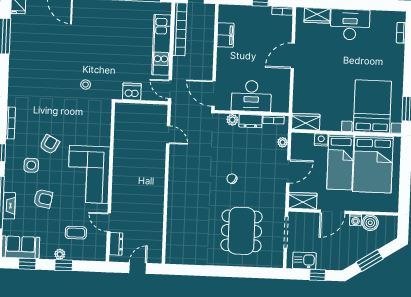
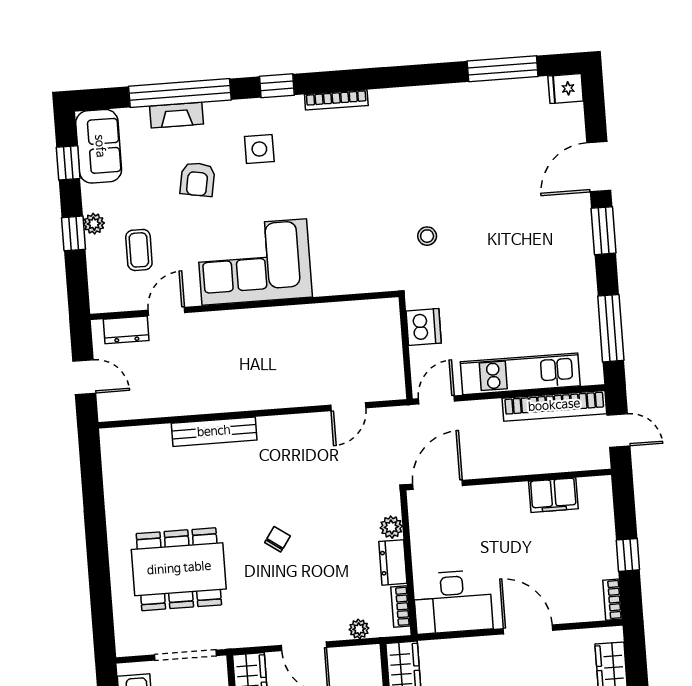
desk: (251, 96) -> (453, 602), moved, turned -90
armchair: (49, 144) -> (303, 180), removed
bench: (173, 205) -> (214, 432), added

